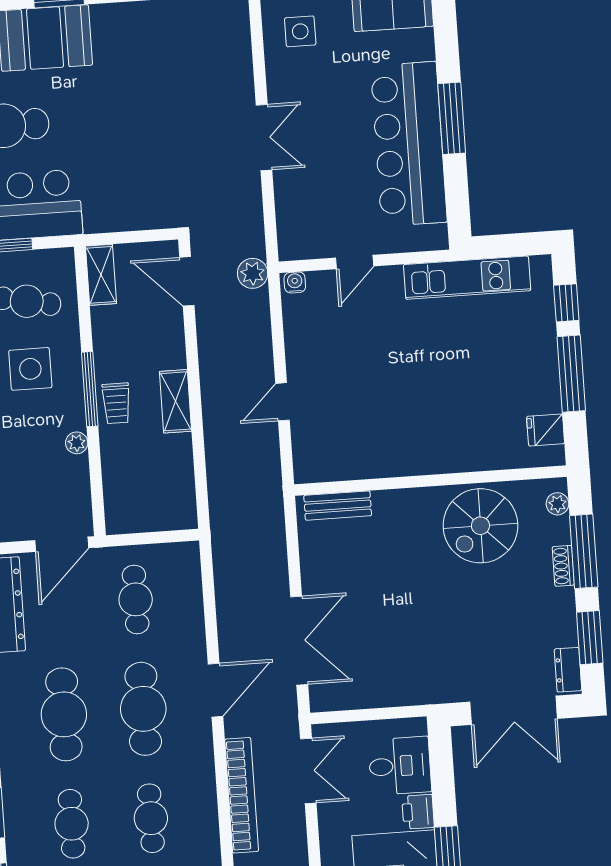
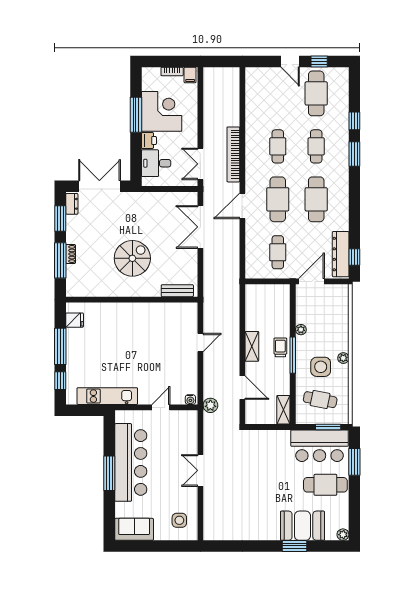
door: (187, 281) -> (242, 388), moved
plant: (557, 504) -> (71, 284), removed
spiral stairs: (480, 526) -> (132, 258), moved

